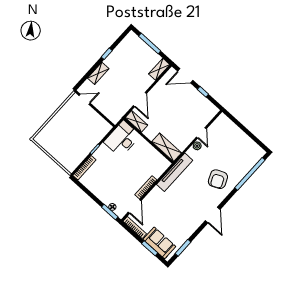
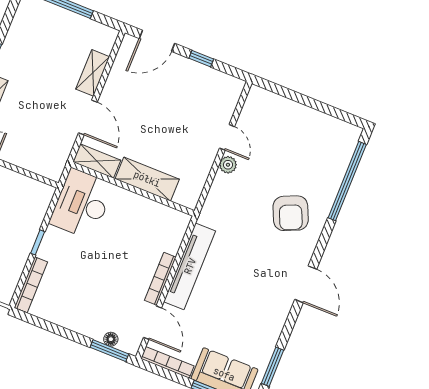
shelving: (159, 69) -> (93, 73), moved
shelving: (167, 147) -> (147, 179), moved
tv unit: (175, 172) -> (190, 266), moved

